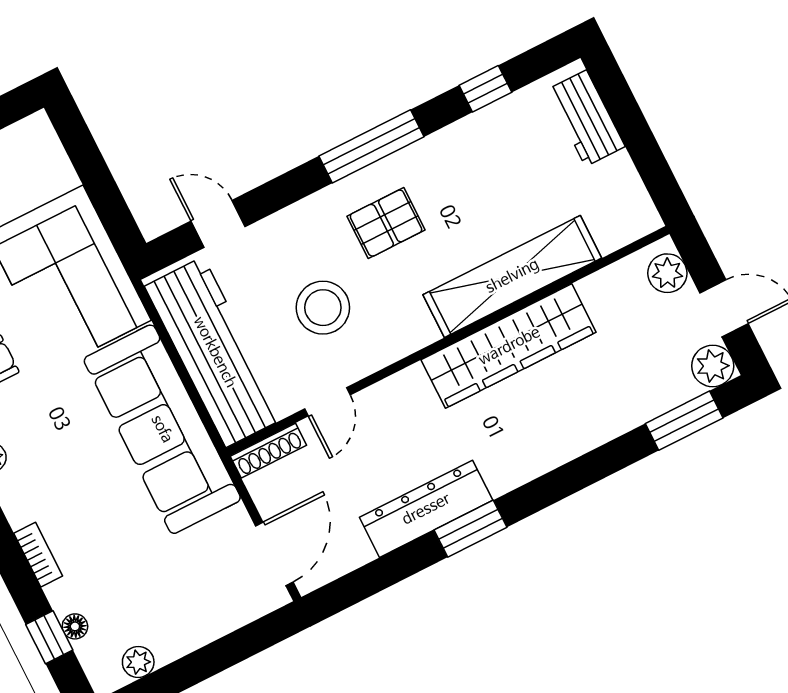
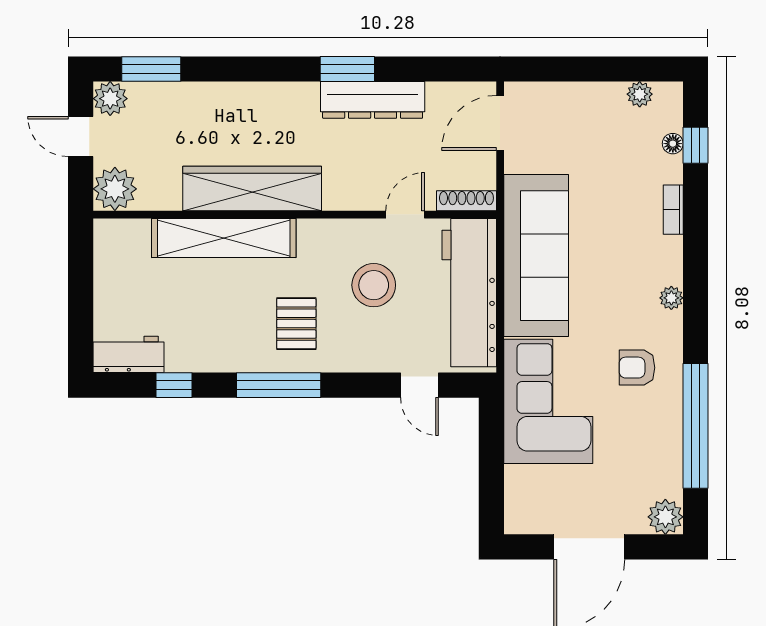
workbench: (586, 118) -> (128, 354), moved, turned -90
pallet: (386, 223) -> (296, 324), turned 90
plant: (667, 273) -> (115, 189), width x1.36, depth x1.36

